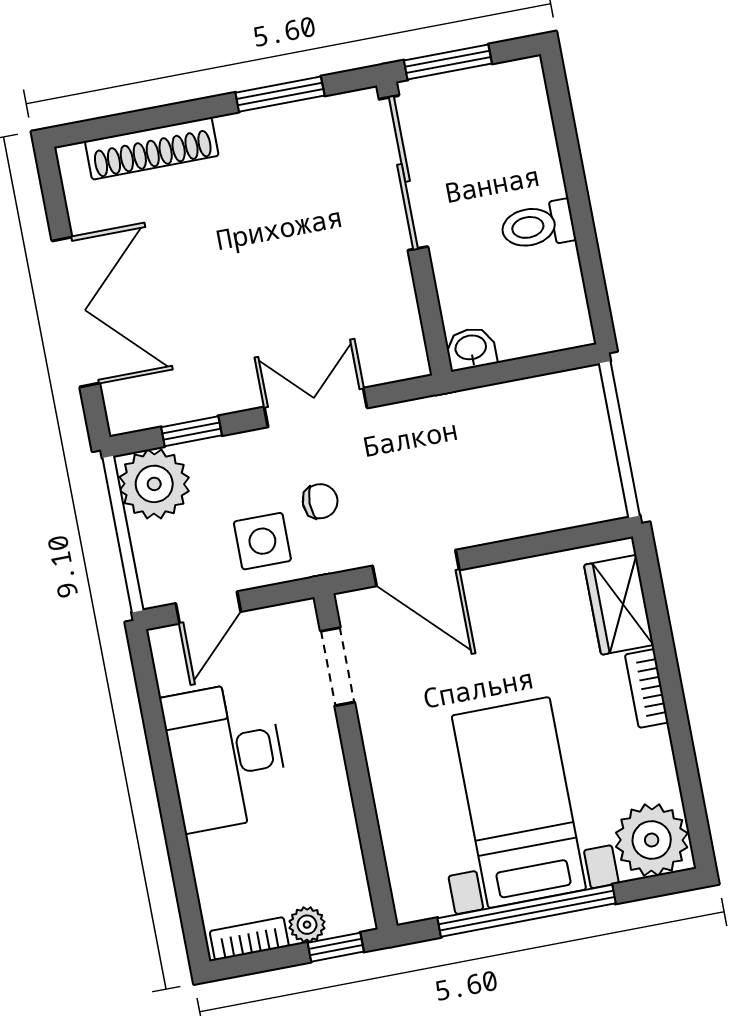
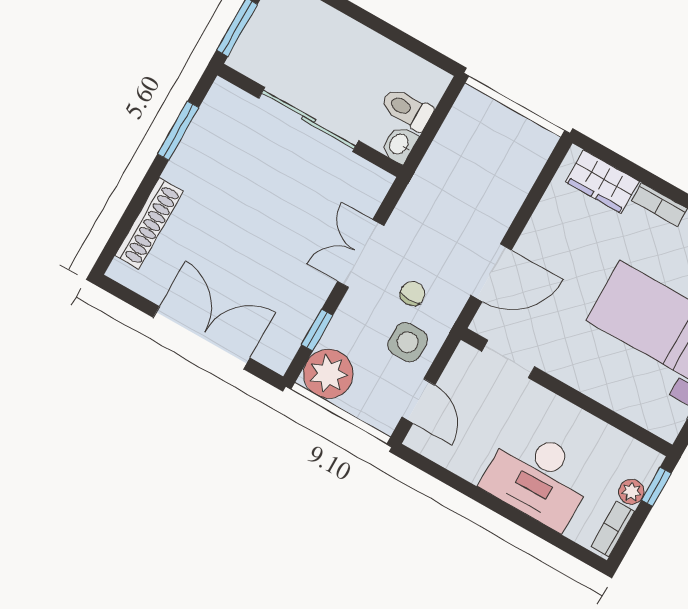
sliding door: (403, 173) -> (309, 120), moved
toilet: (538, 226) -> (407, 109), moved, turned 90
desk: (226, 756) -> (538, 478), moved

